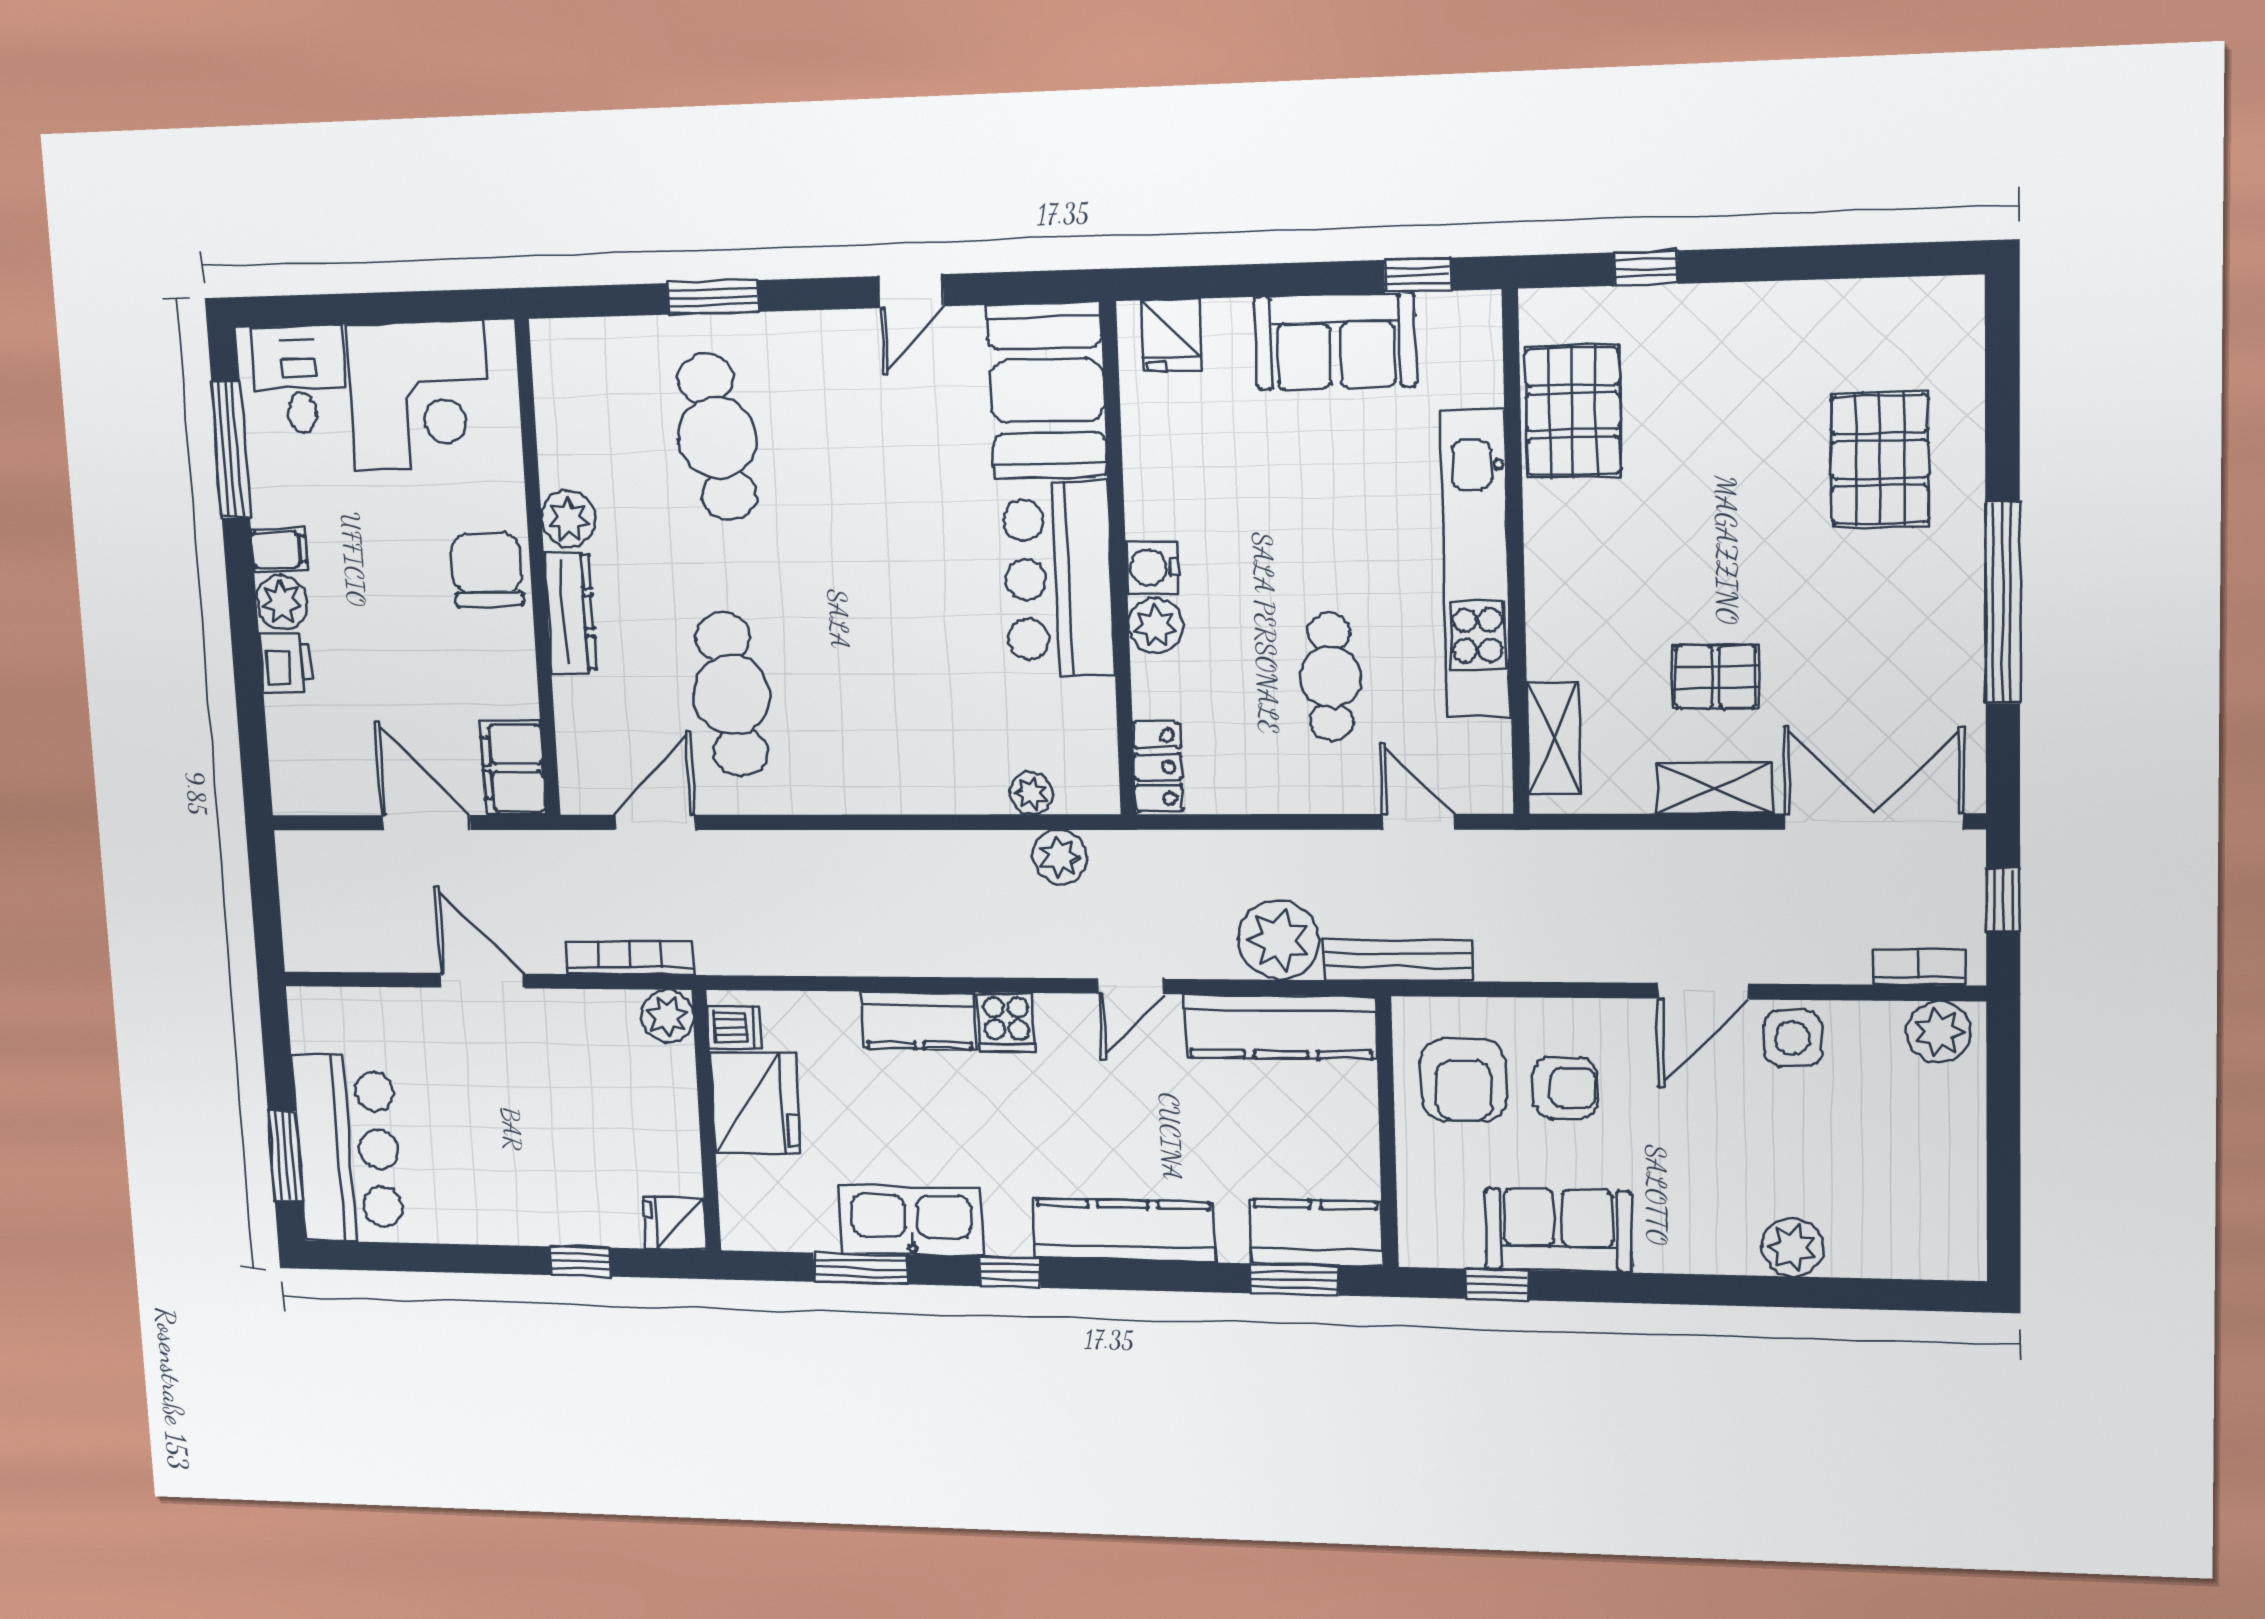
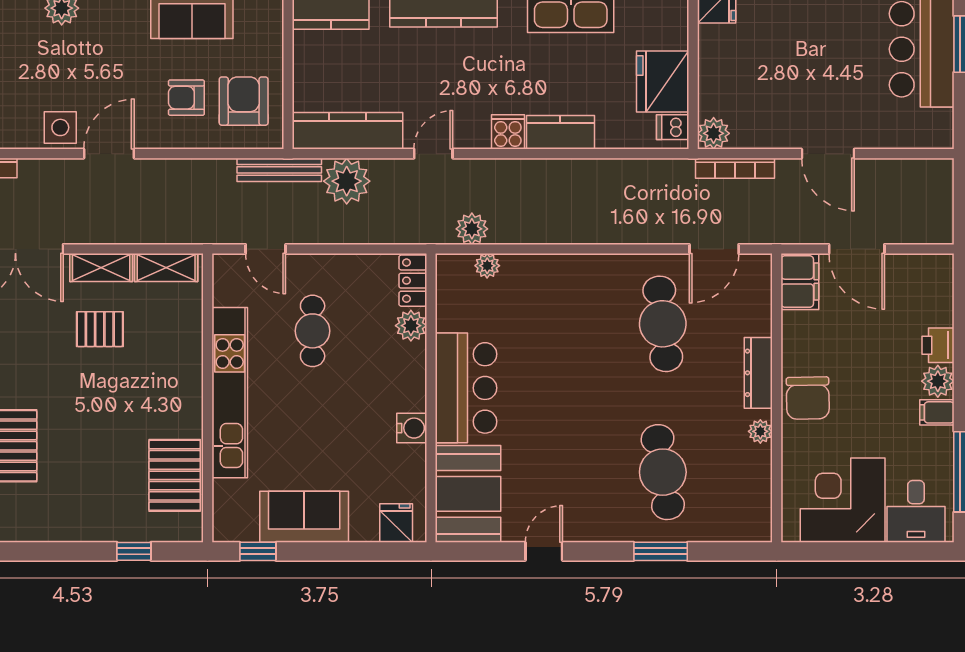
plant: (568, 519) -> (760, 431), width x0.73, depth x0.73
water cooler: (1152, 568) -> (412, 428), moved
plant: (1156, 626) -> (411, 326), moved
shelving: (1553, 738) -> (166, 268), moved, turned 90

